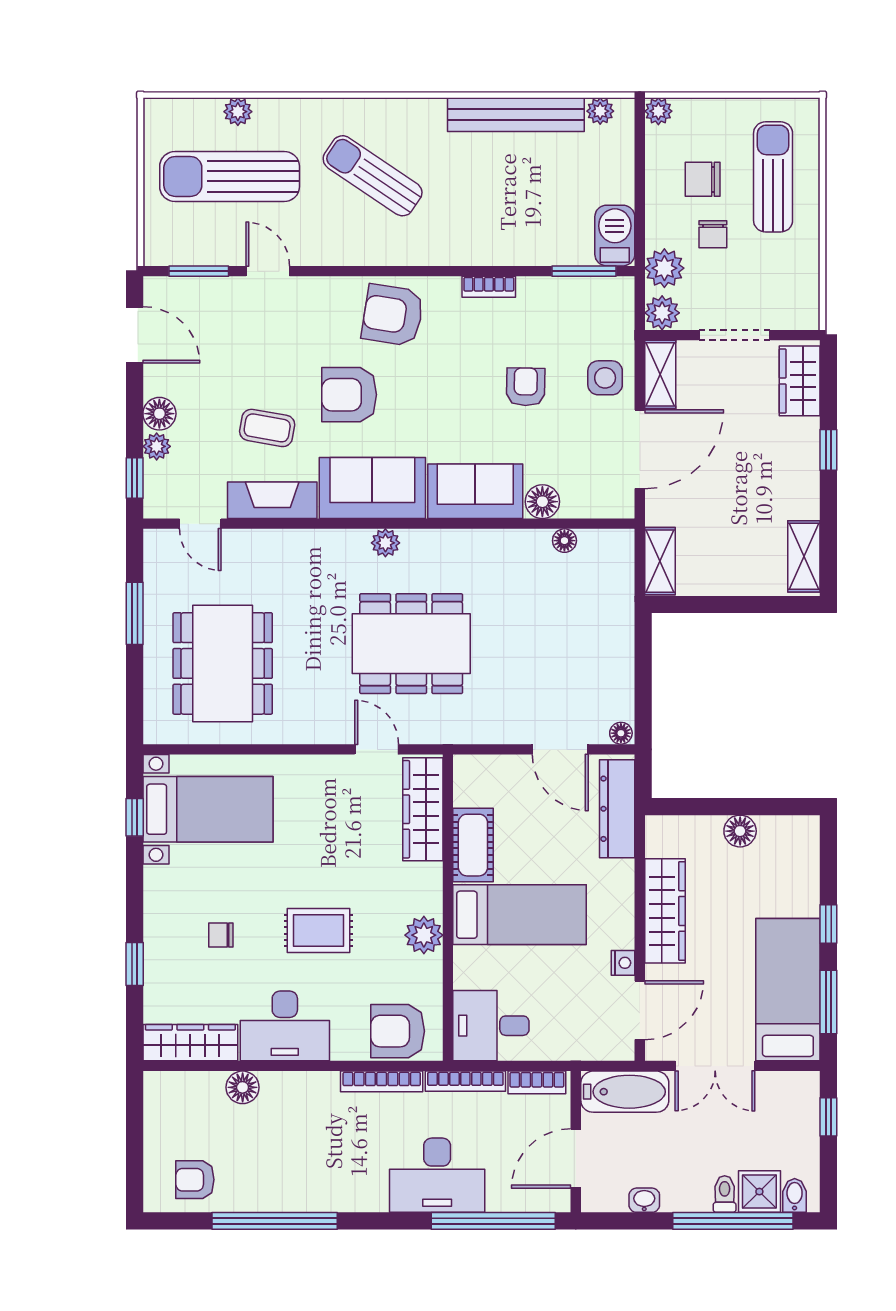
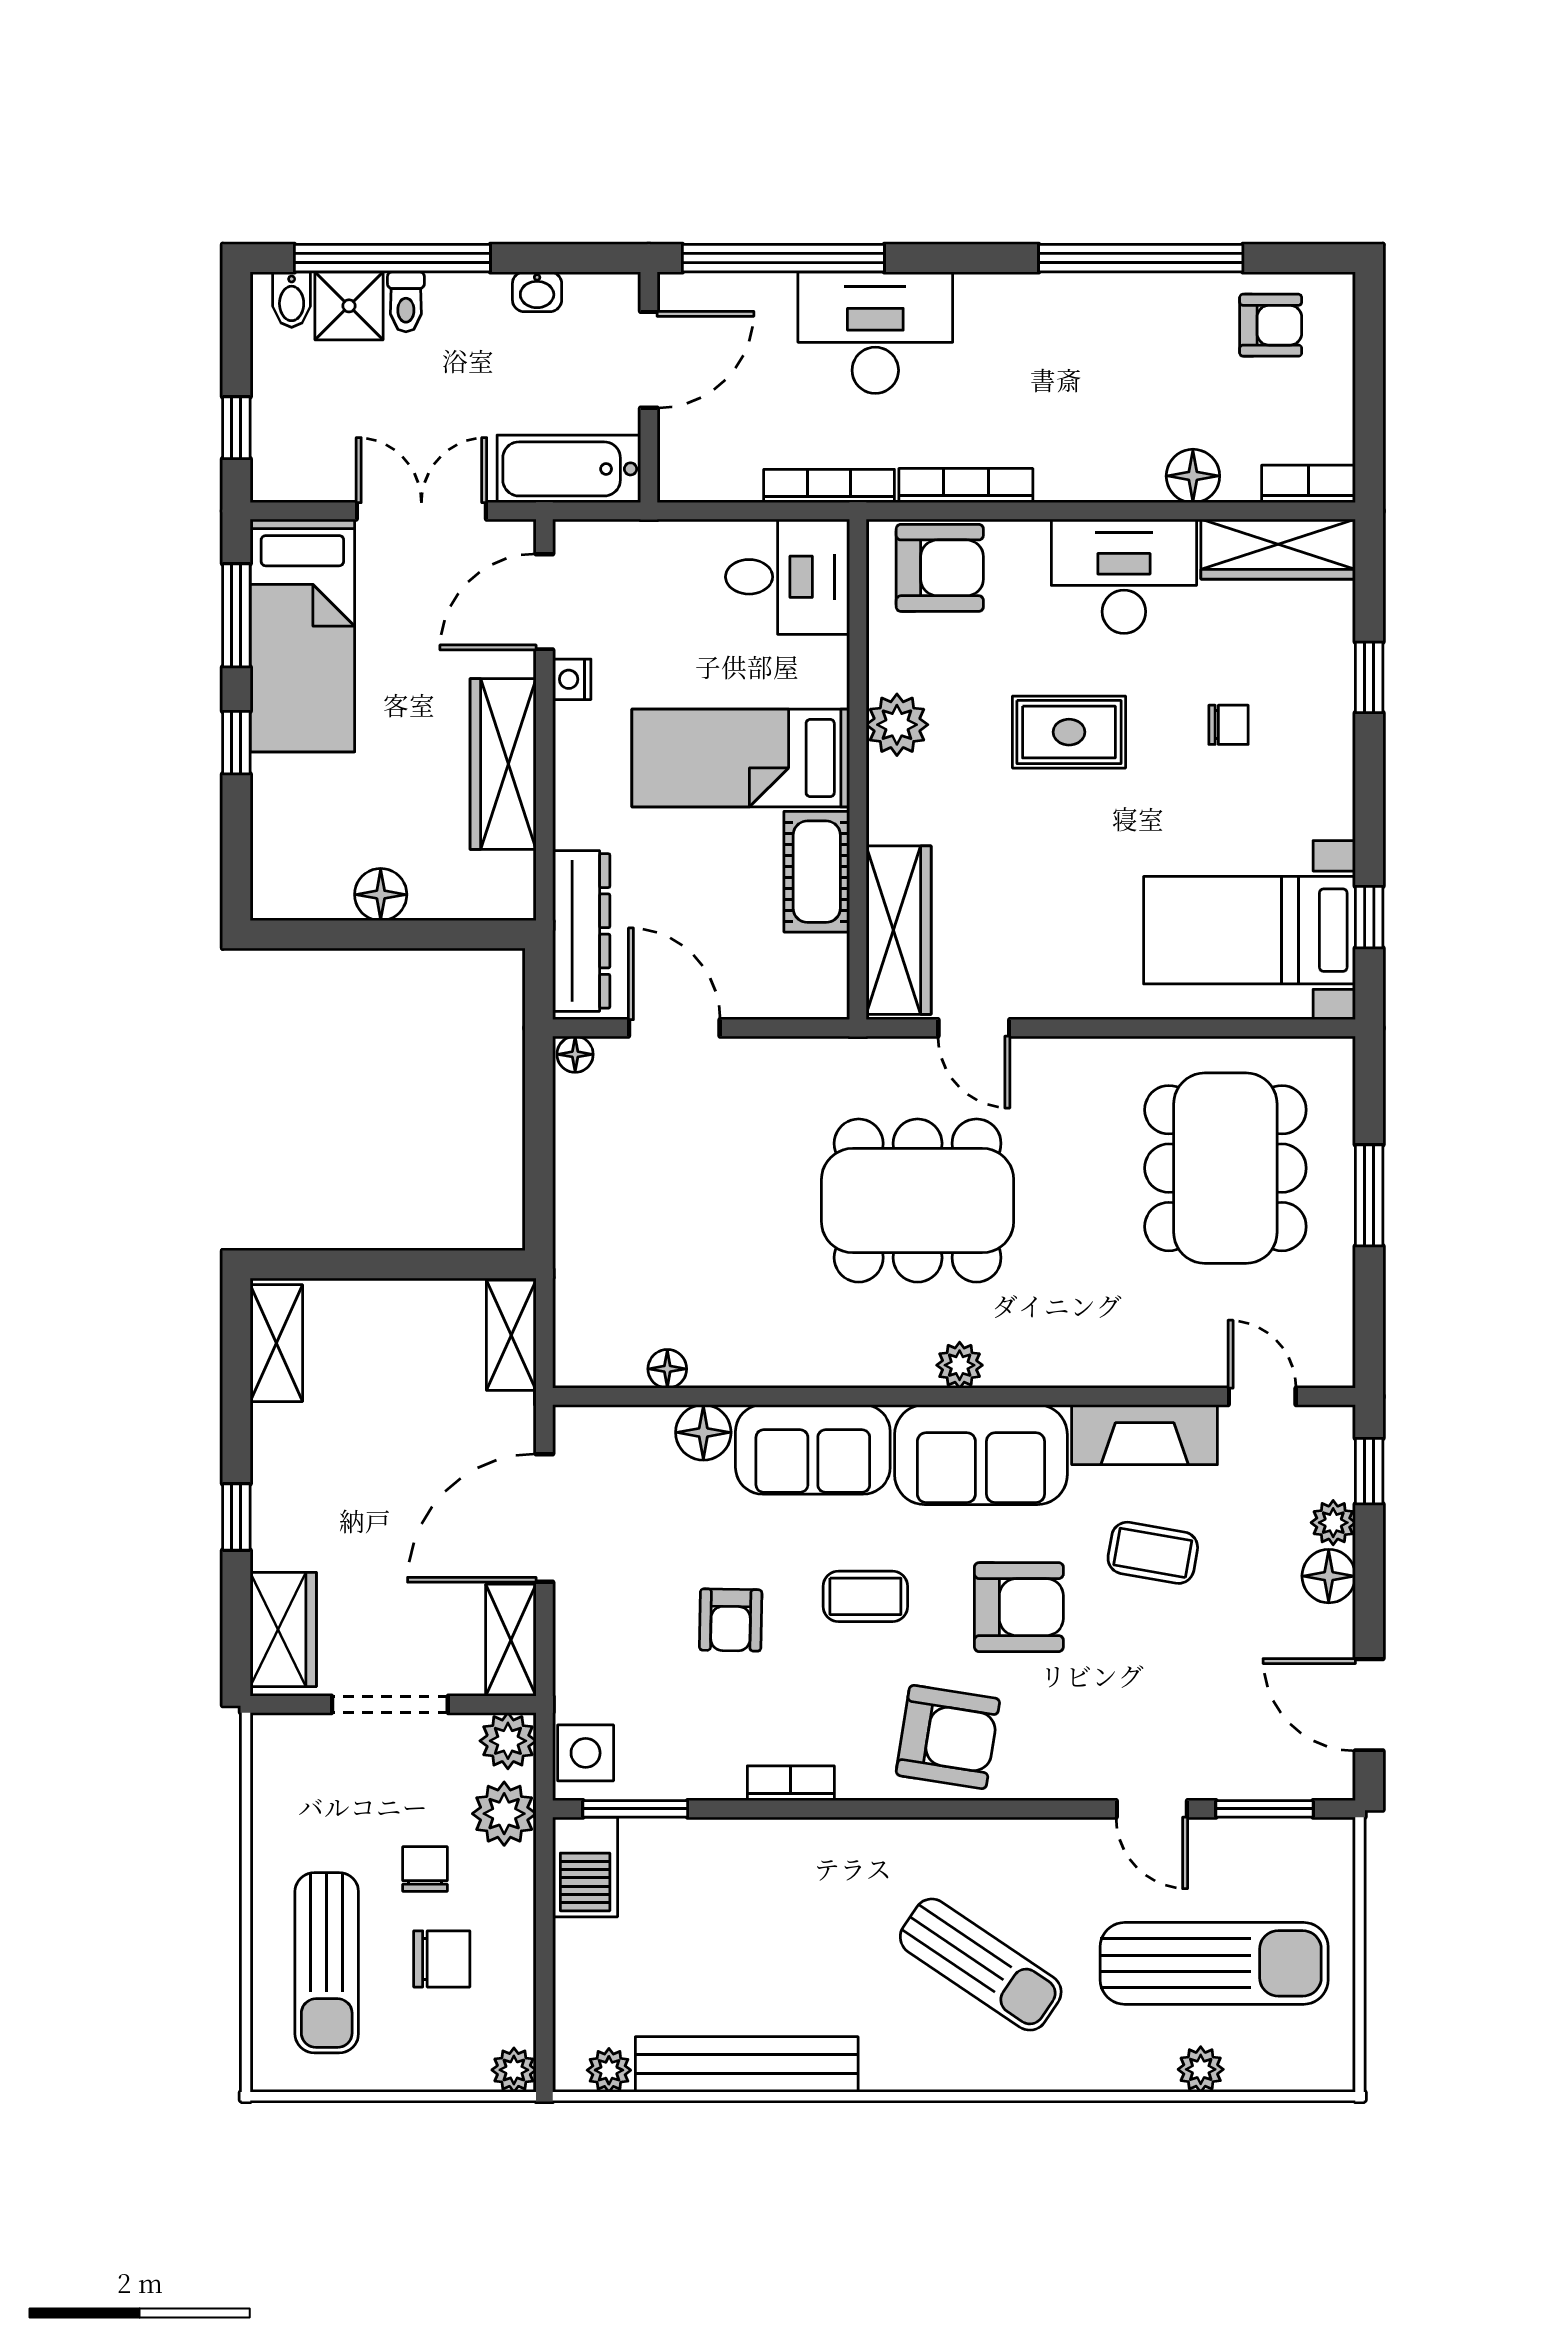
side table: (605, 378) -> (586, 1753), moved
coffee table: (443, 401) -> (865, 1596), added
window: (135, 613) -> (1369, 1195), moved
bookcase: (537, 1082) -> (1309, 484), moved

